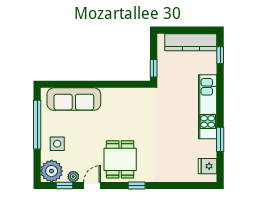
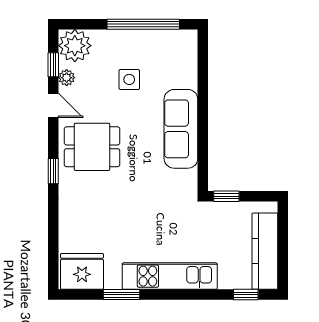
sofa: (74, 99) -> (181, 129), moved
side table: (57, 144) -> (129, 79), moved
fridge: (208, 166) -> (82, 271), width x1.88, depth x1.34

